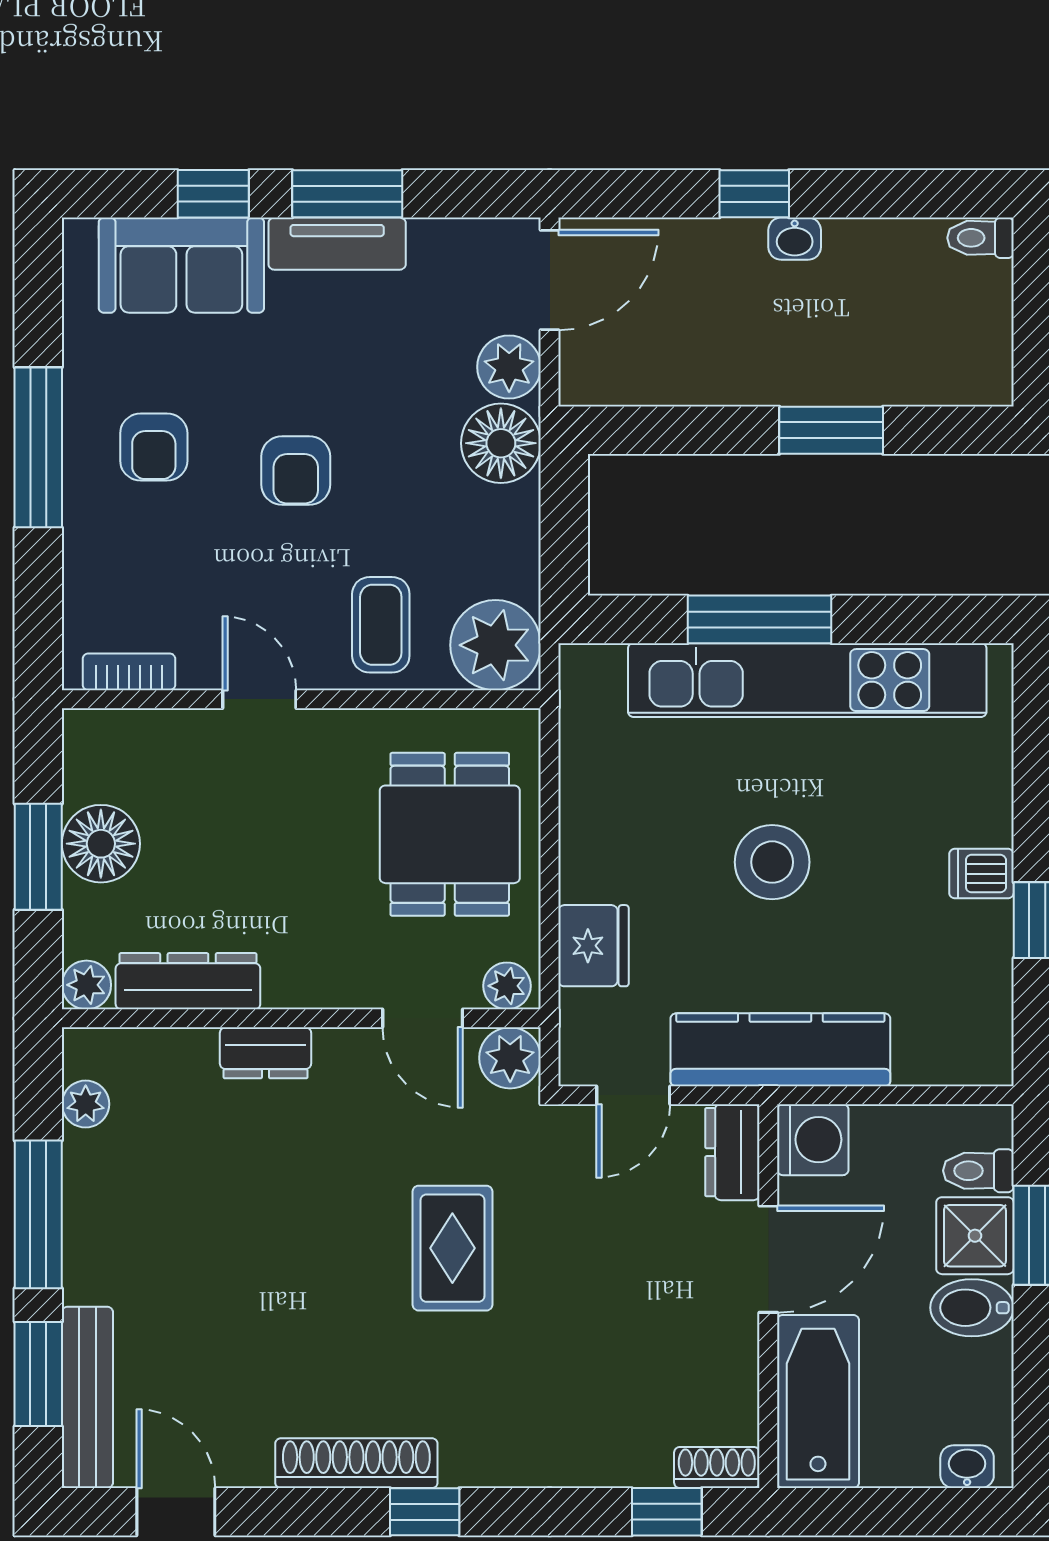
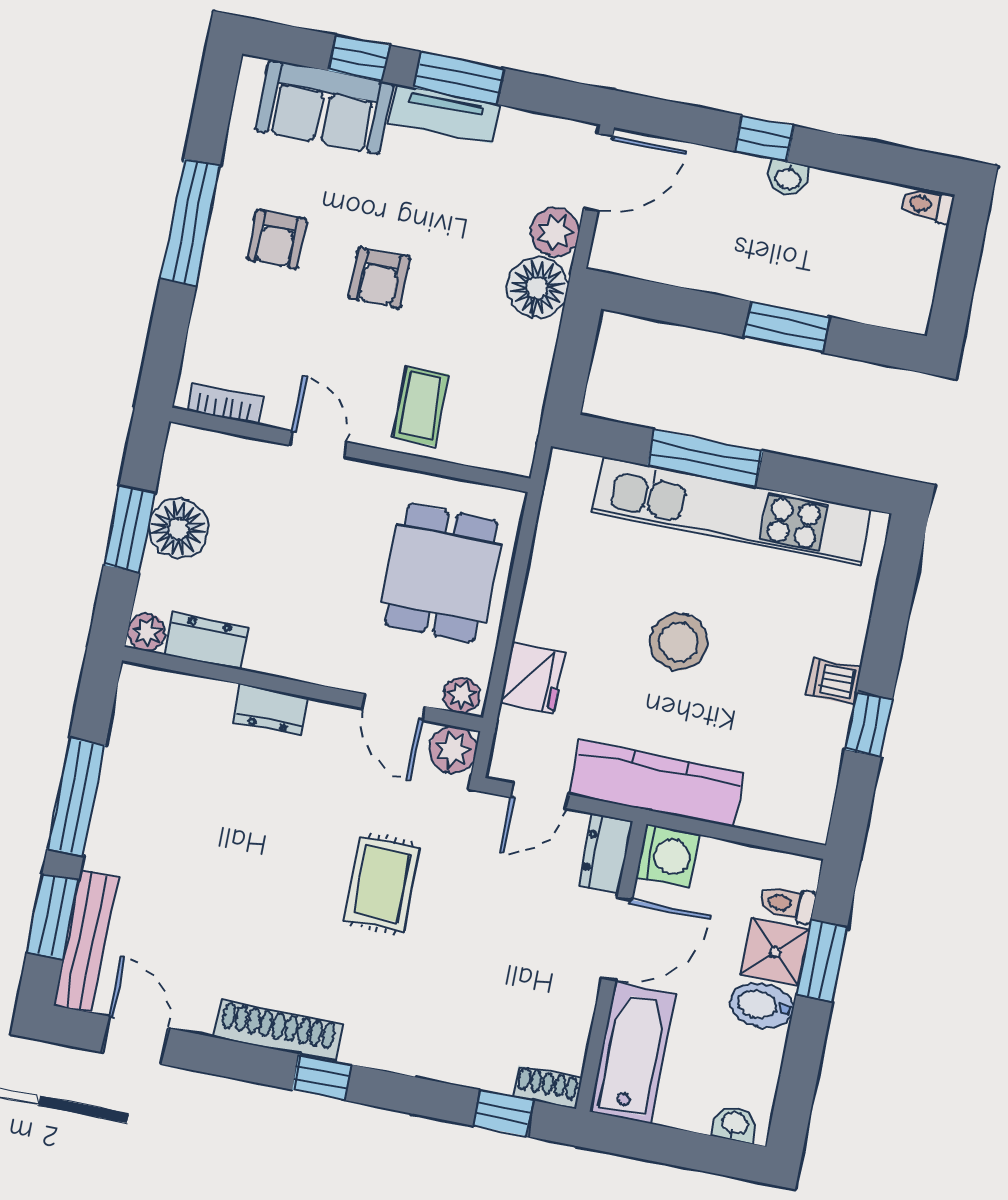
plant: (496, 645) -> (503, 438), removed
dresser: (188, 981) -> (207, 641), width x0.70
plant: (86, 1104) -> (128, 721), removed

